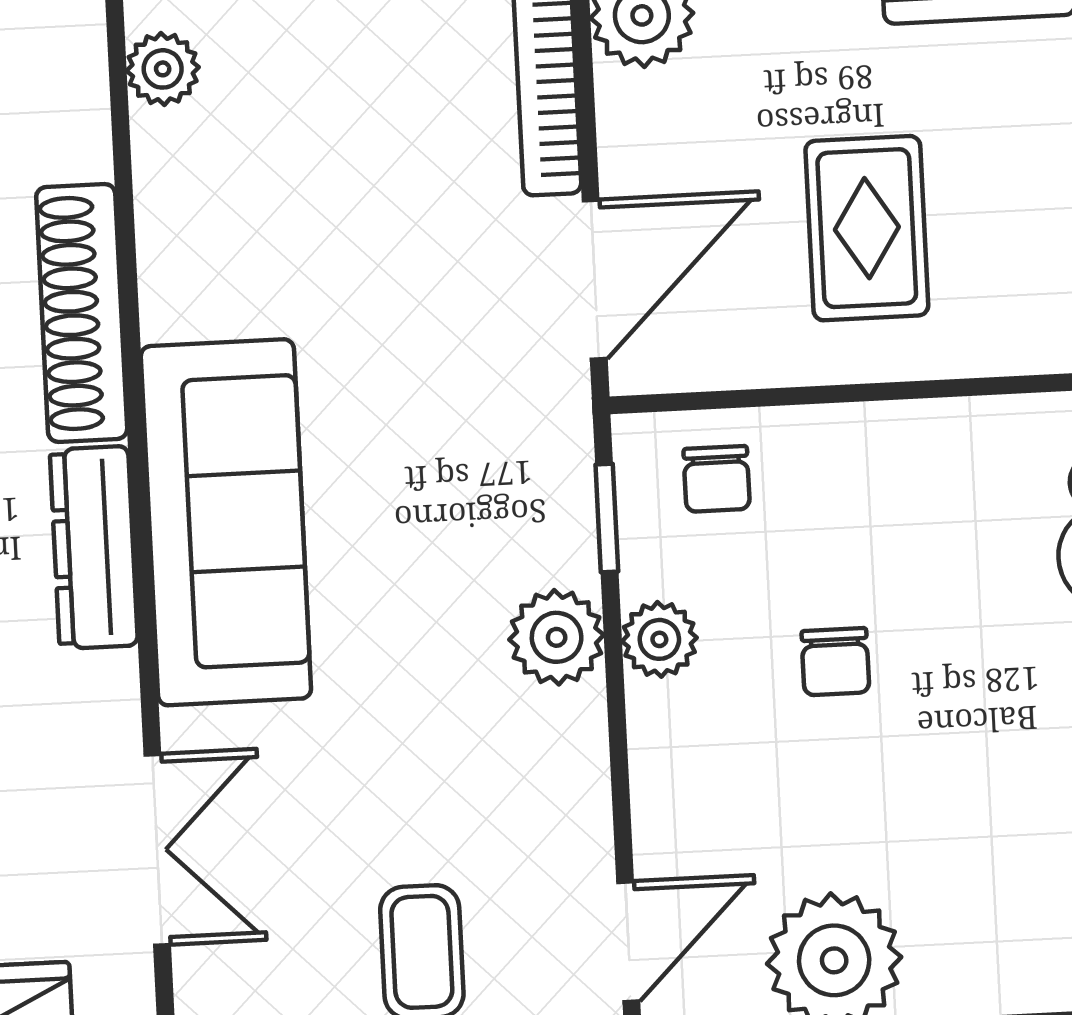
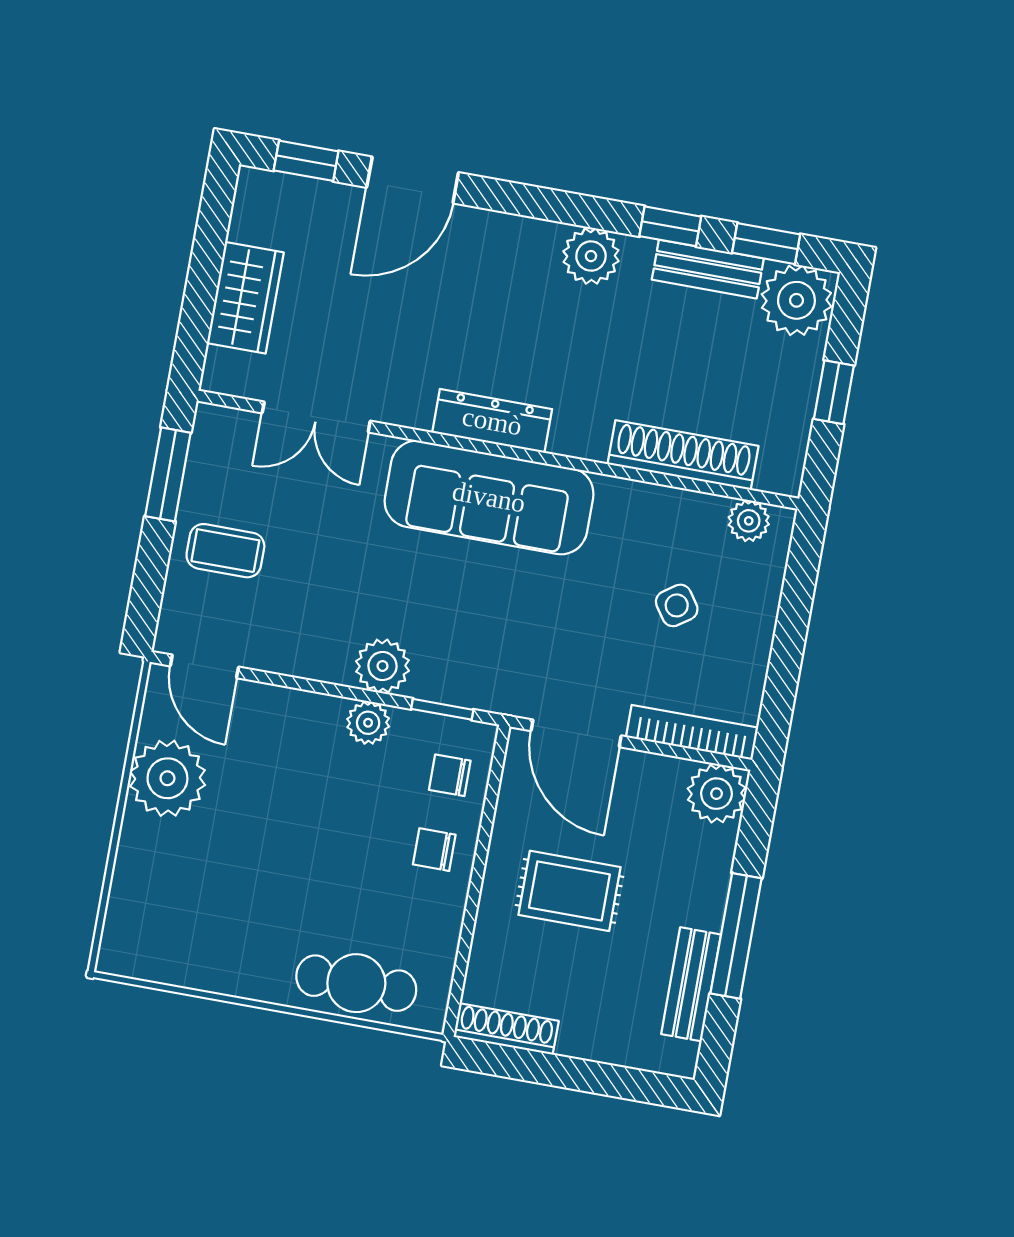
side table: (336, 158) -> (677, 605), added
shoe rack: (82, 313) -> (683, 455), moved
chair: (835, 662) -> (434, 850), moved

